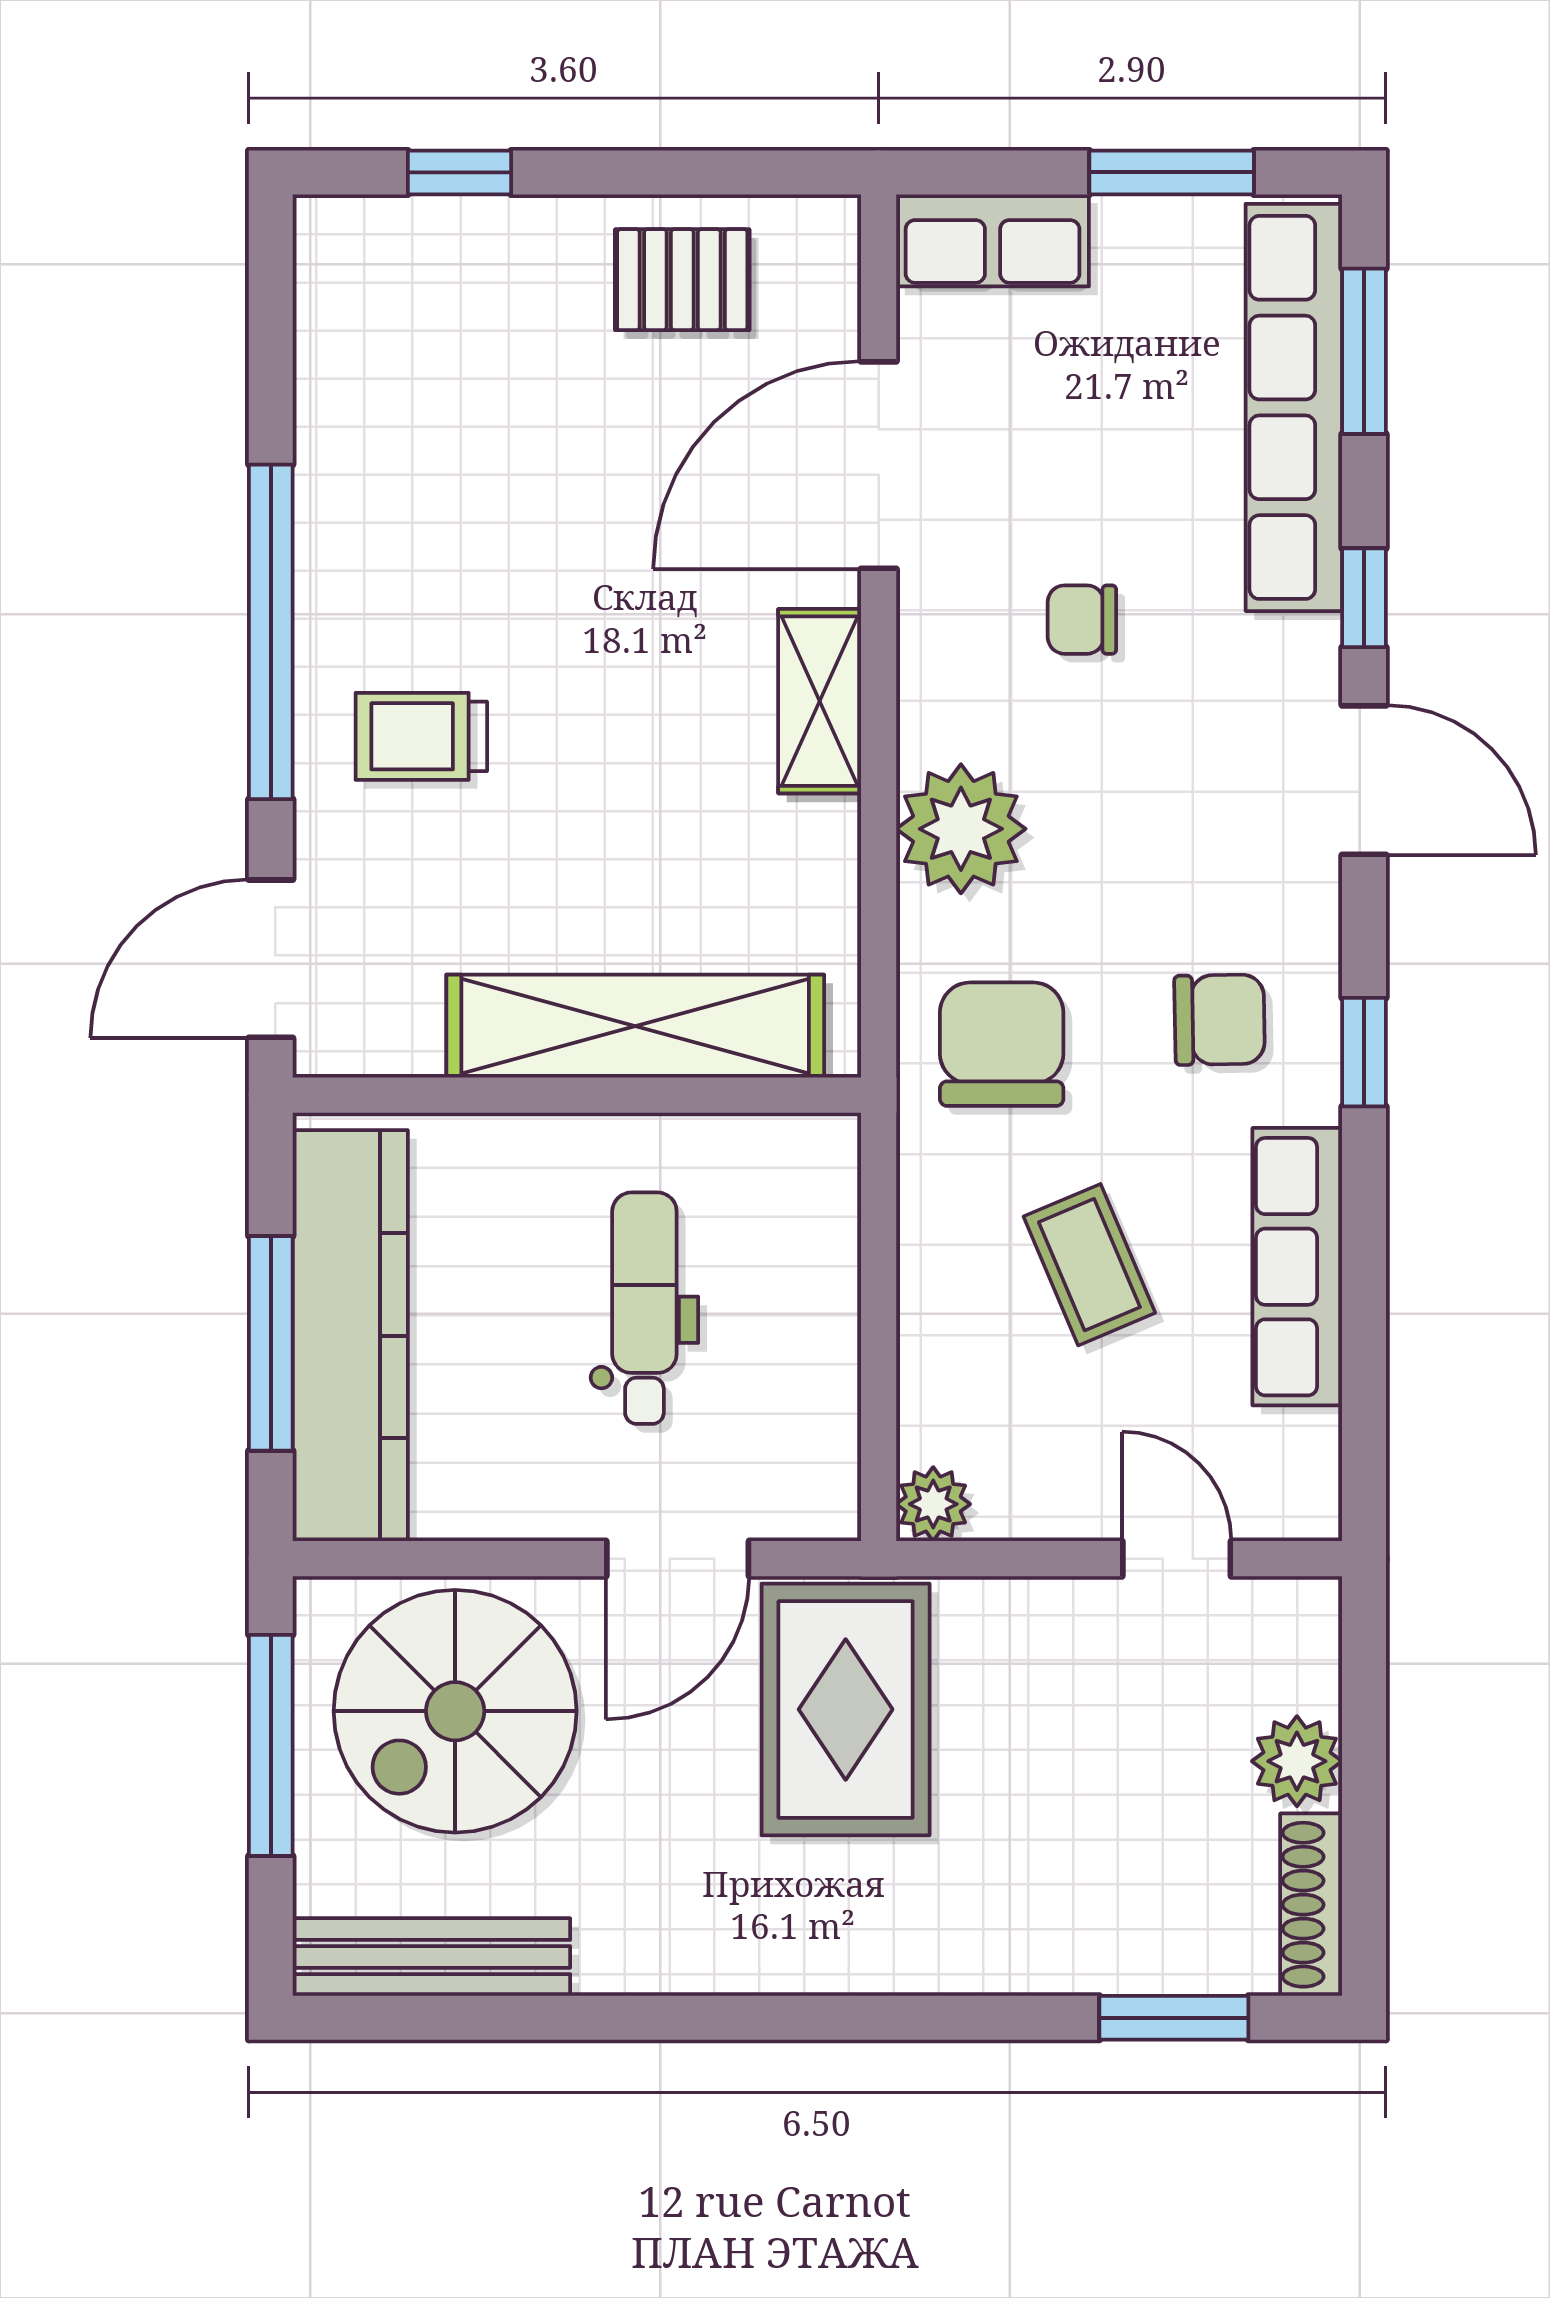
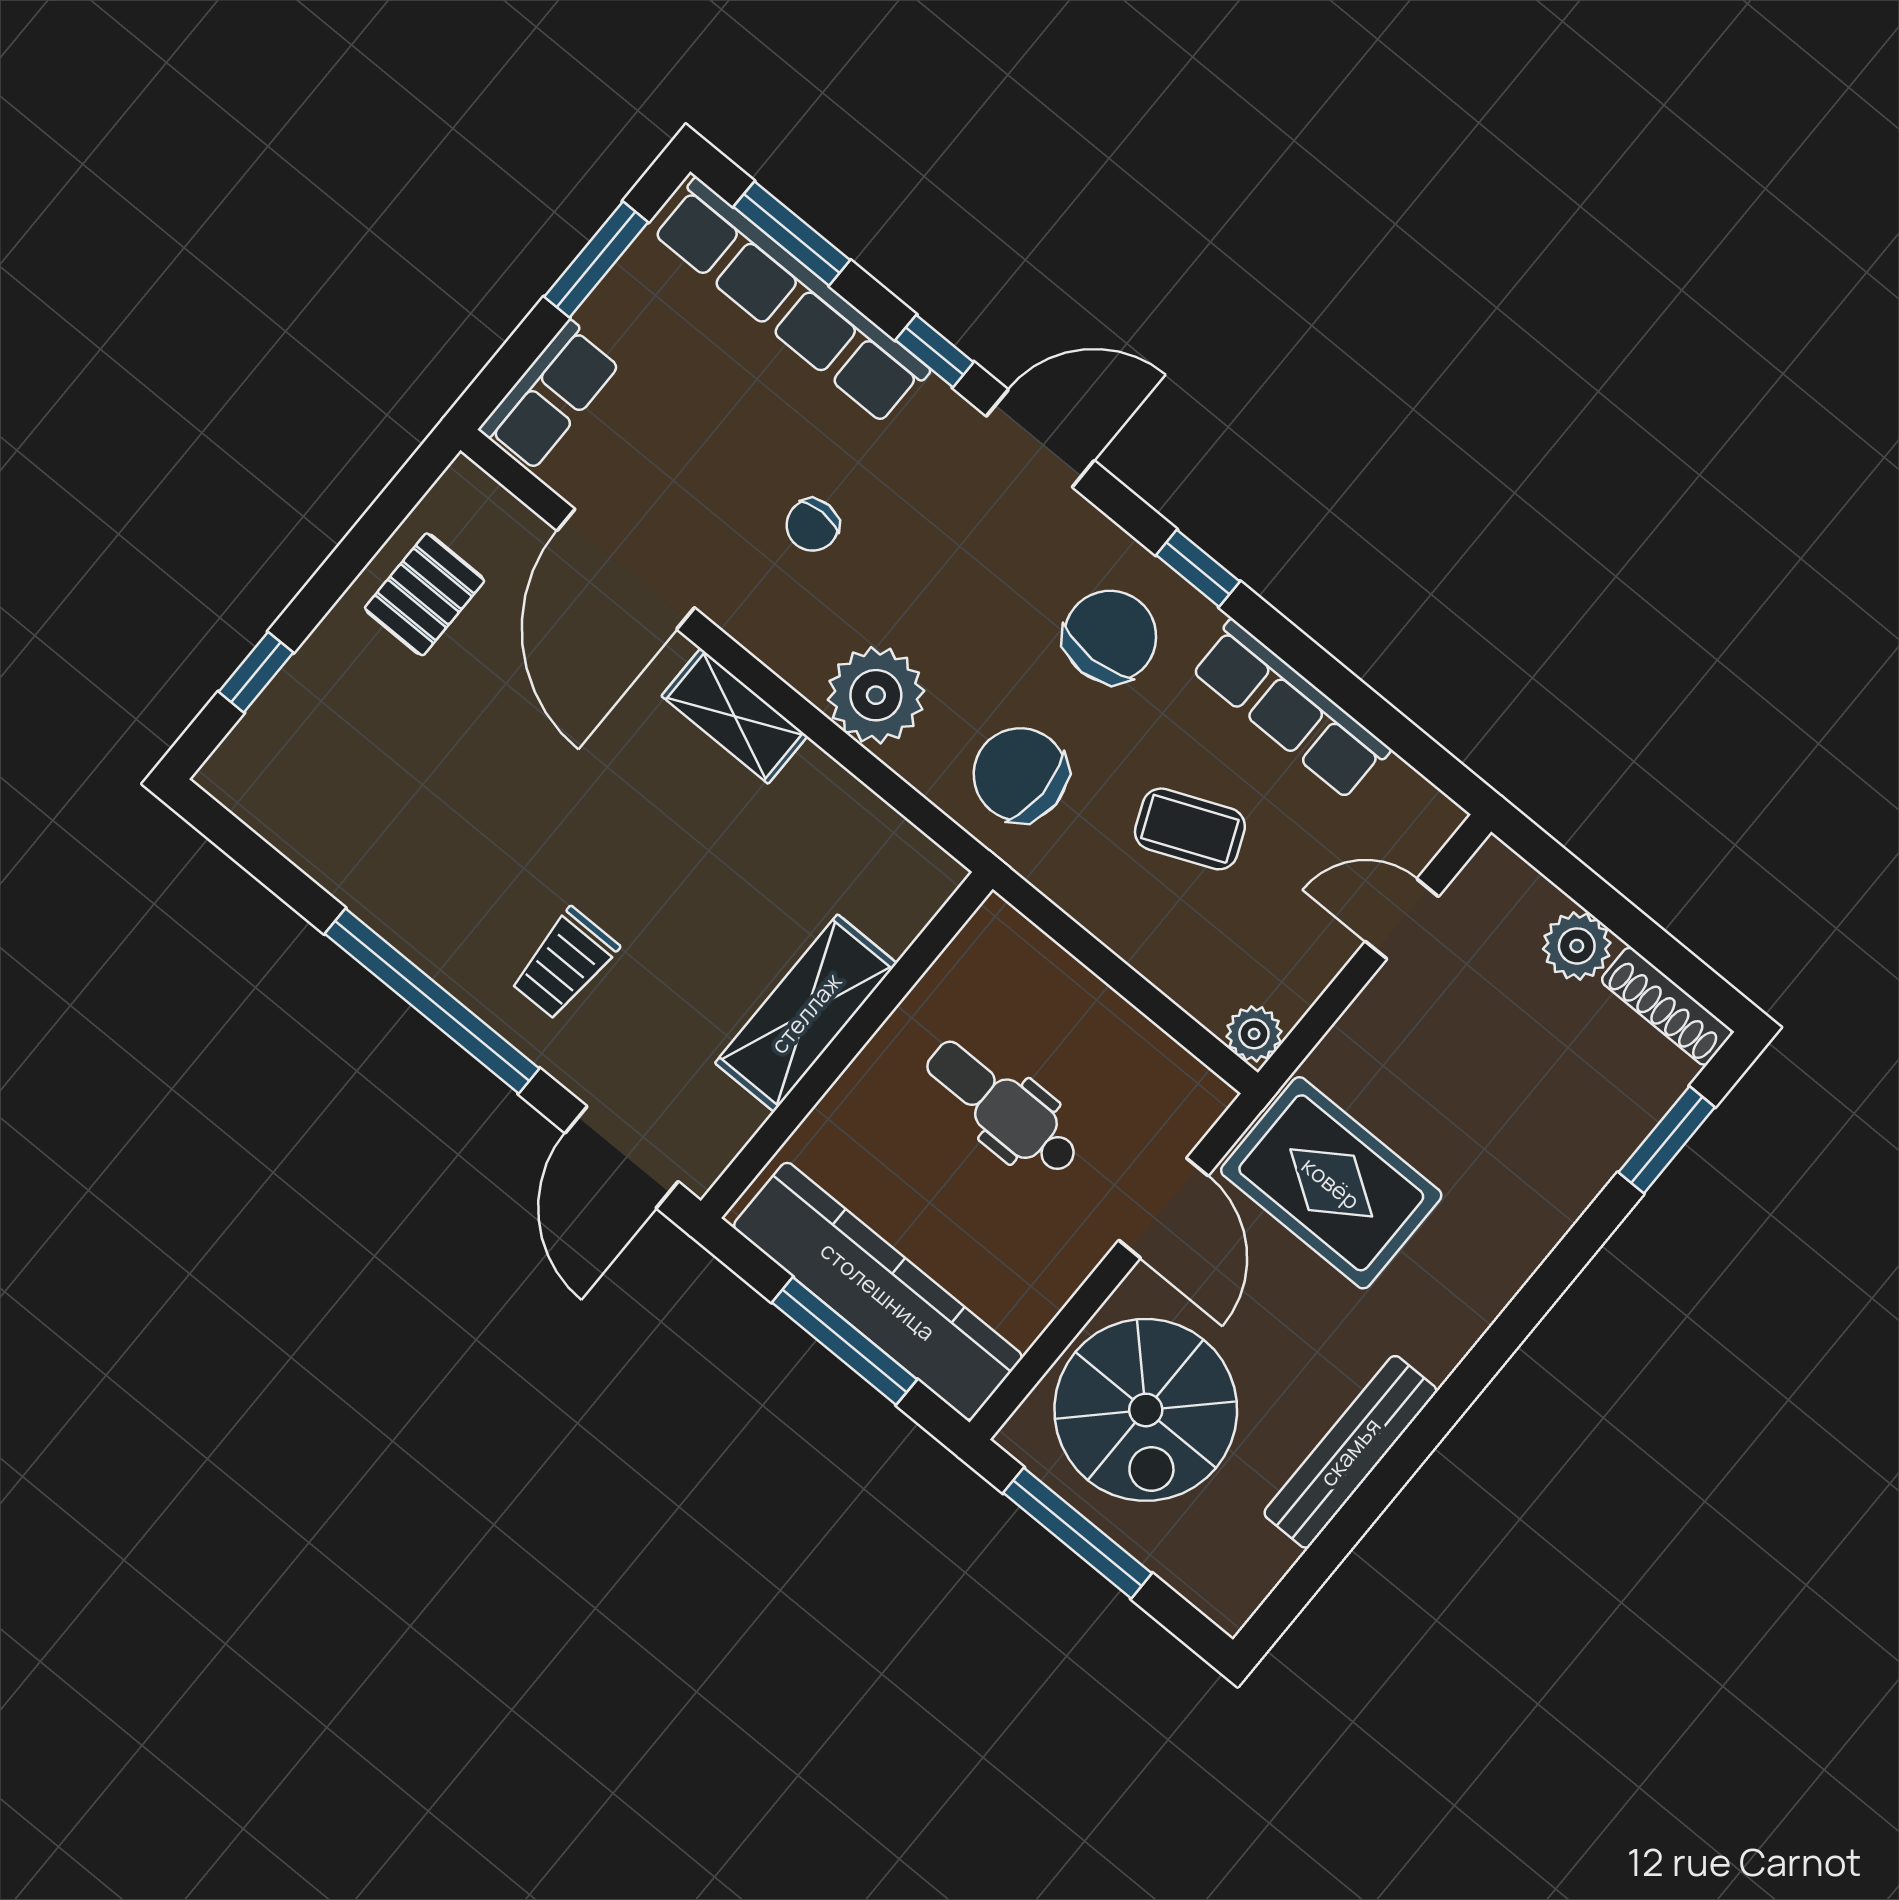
chair: (1220, 1020) -> (1110, 636), width x1.37, depth x1.37
shelving: (635, 1026) -> (806, 1013), width x0.68
bench: (431, 1957) -> (1350, 1452), moved

